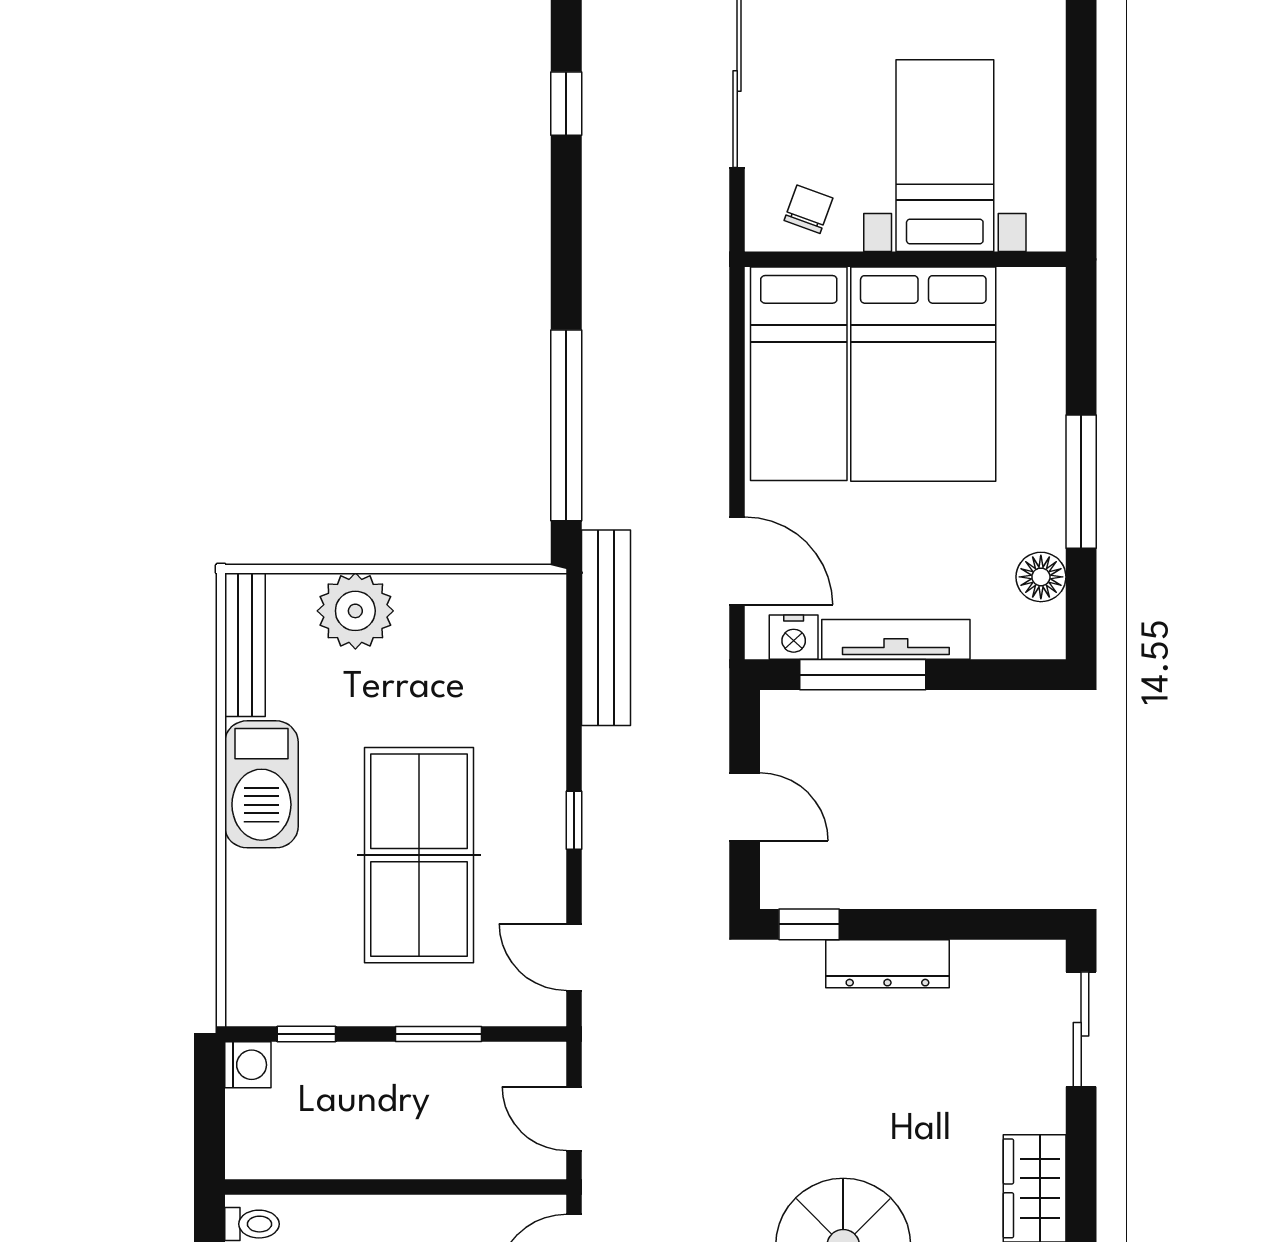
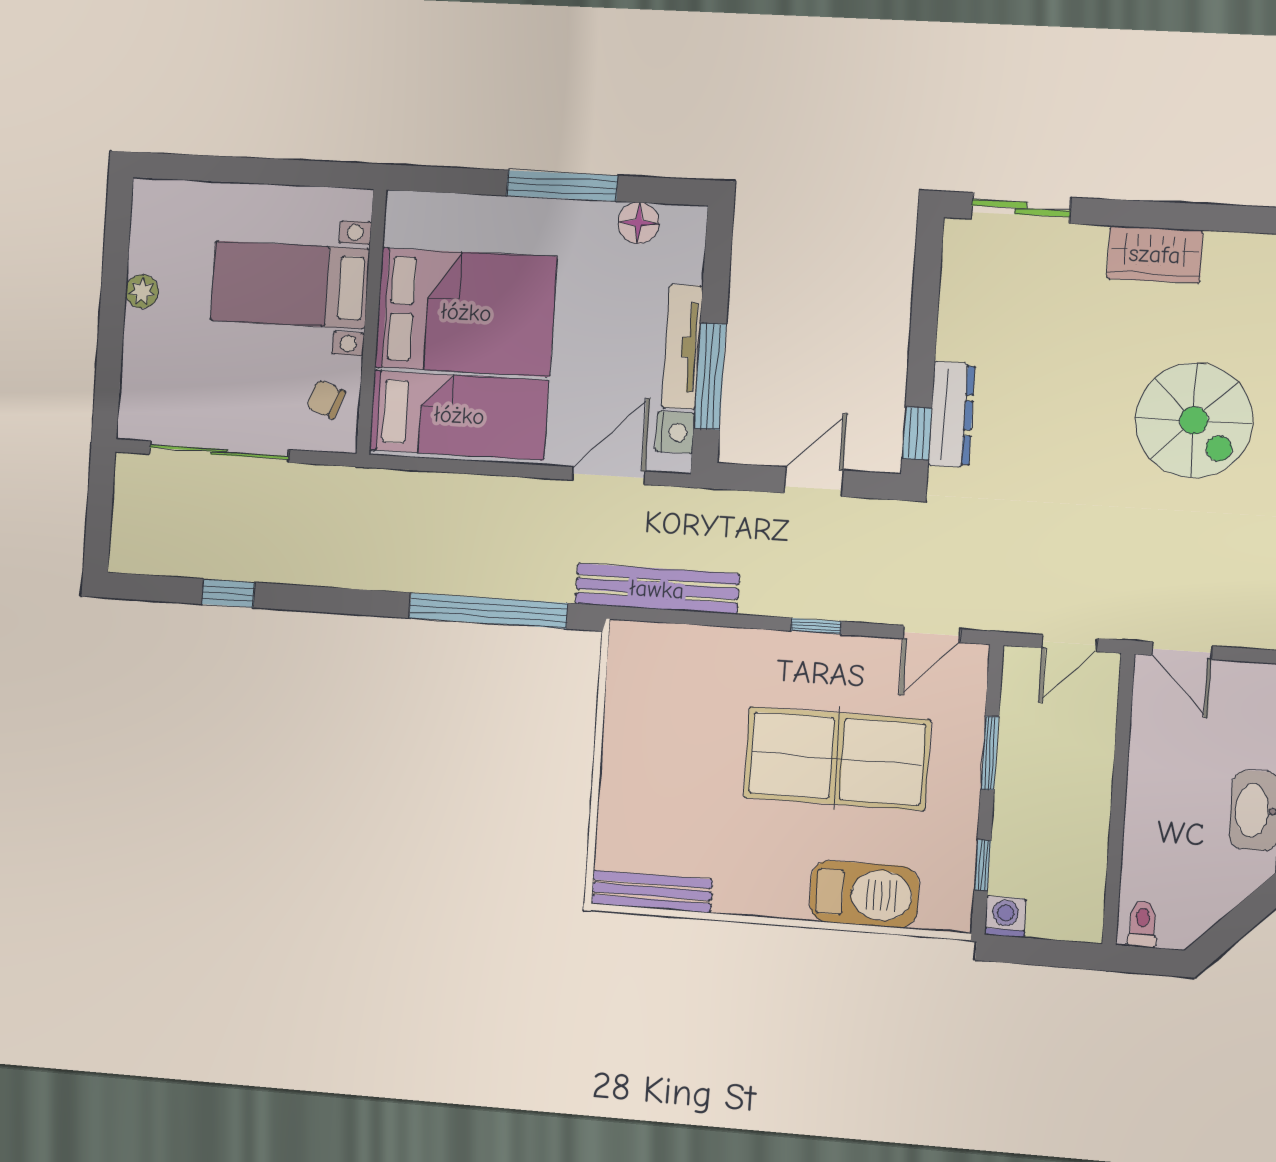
plant: (355, 611) -> (630, 797), removed
barbecue: (261, 784) -> (864, 894), moved
dresser: (887, 964) -> (952, 414), moved

